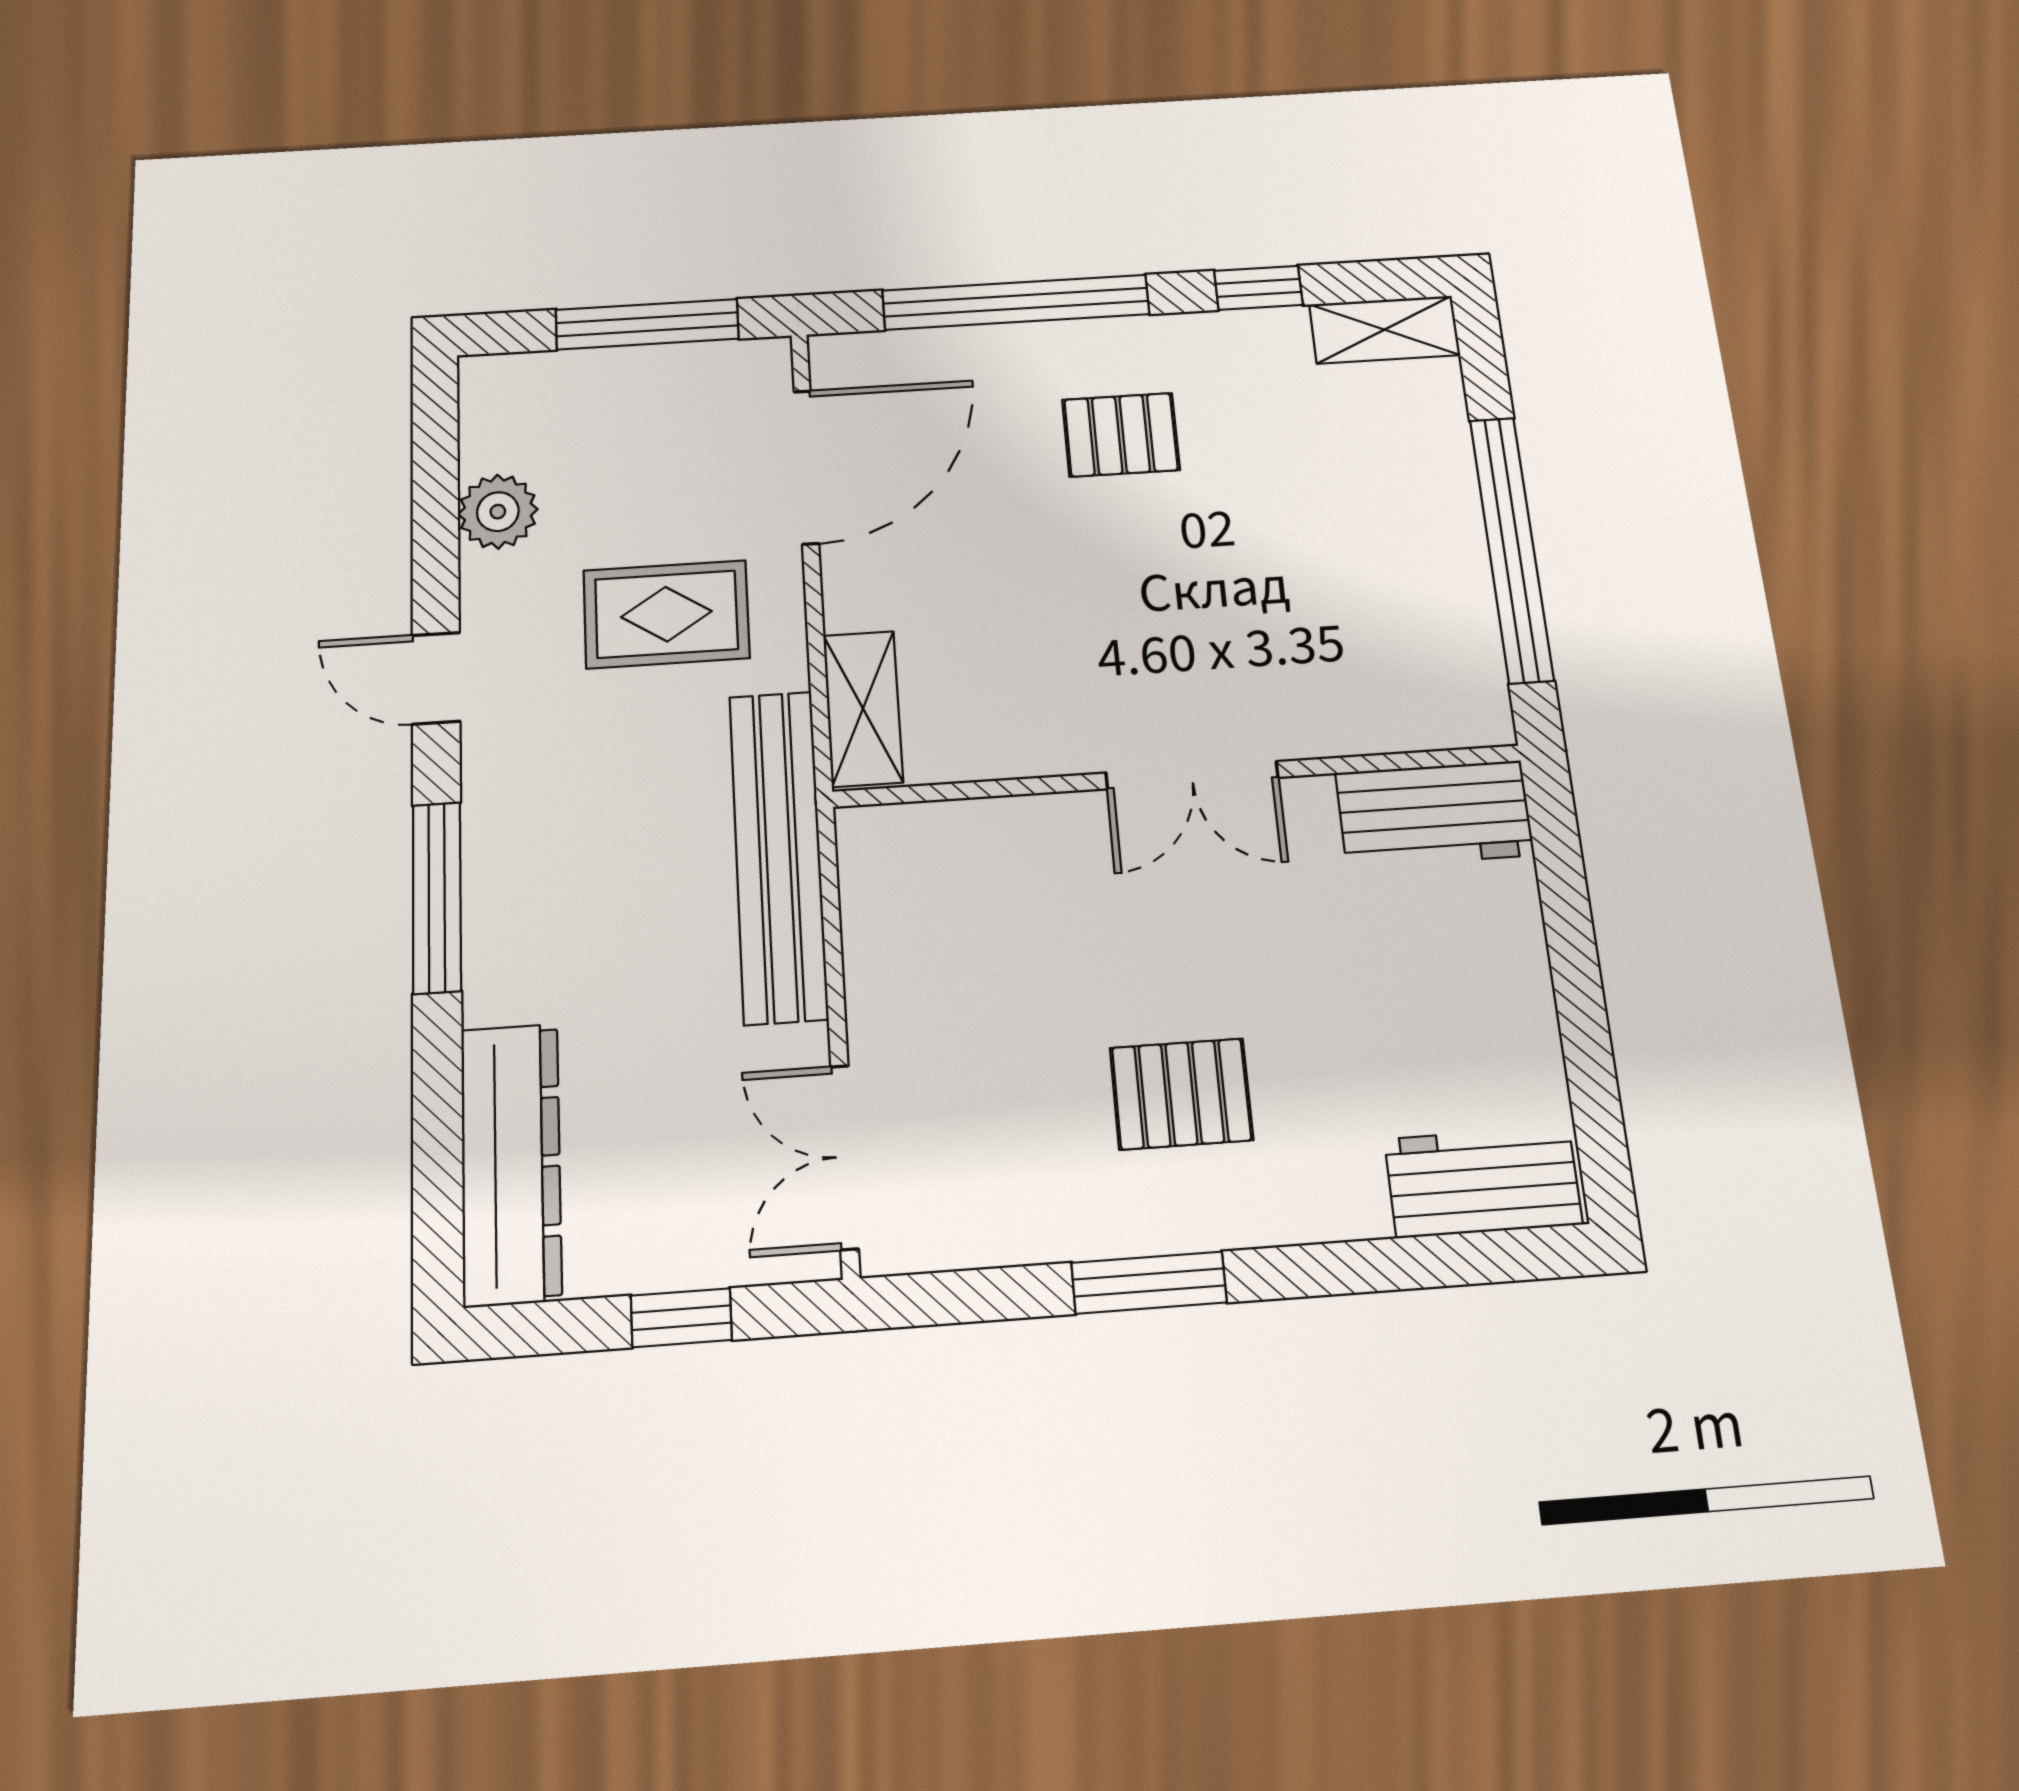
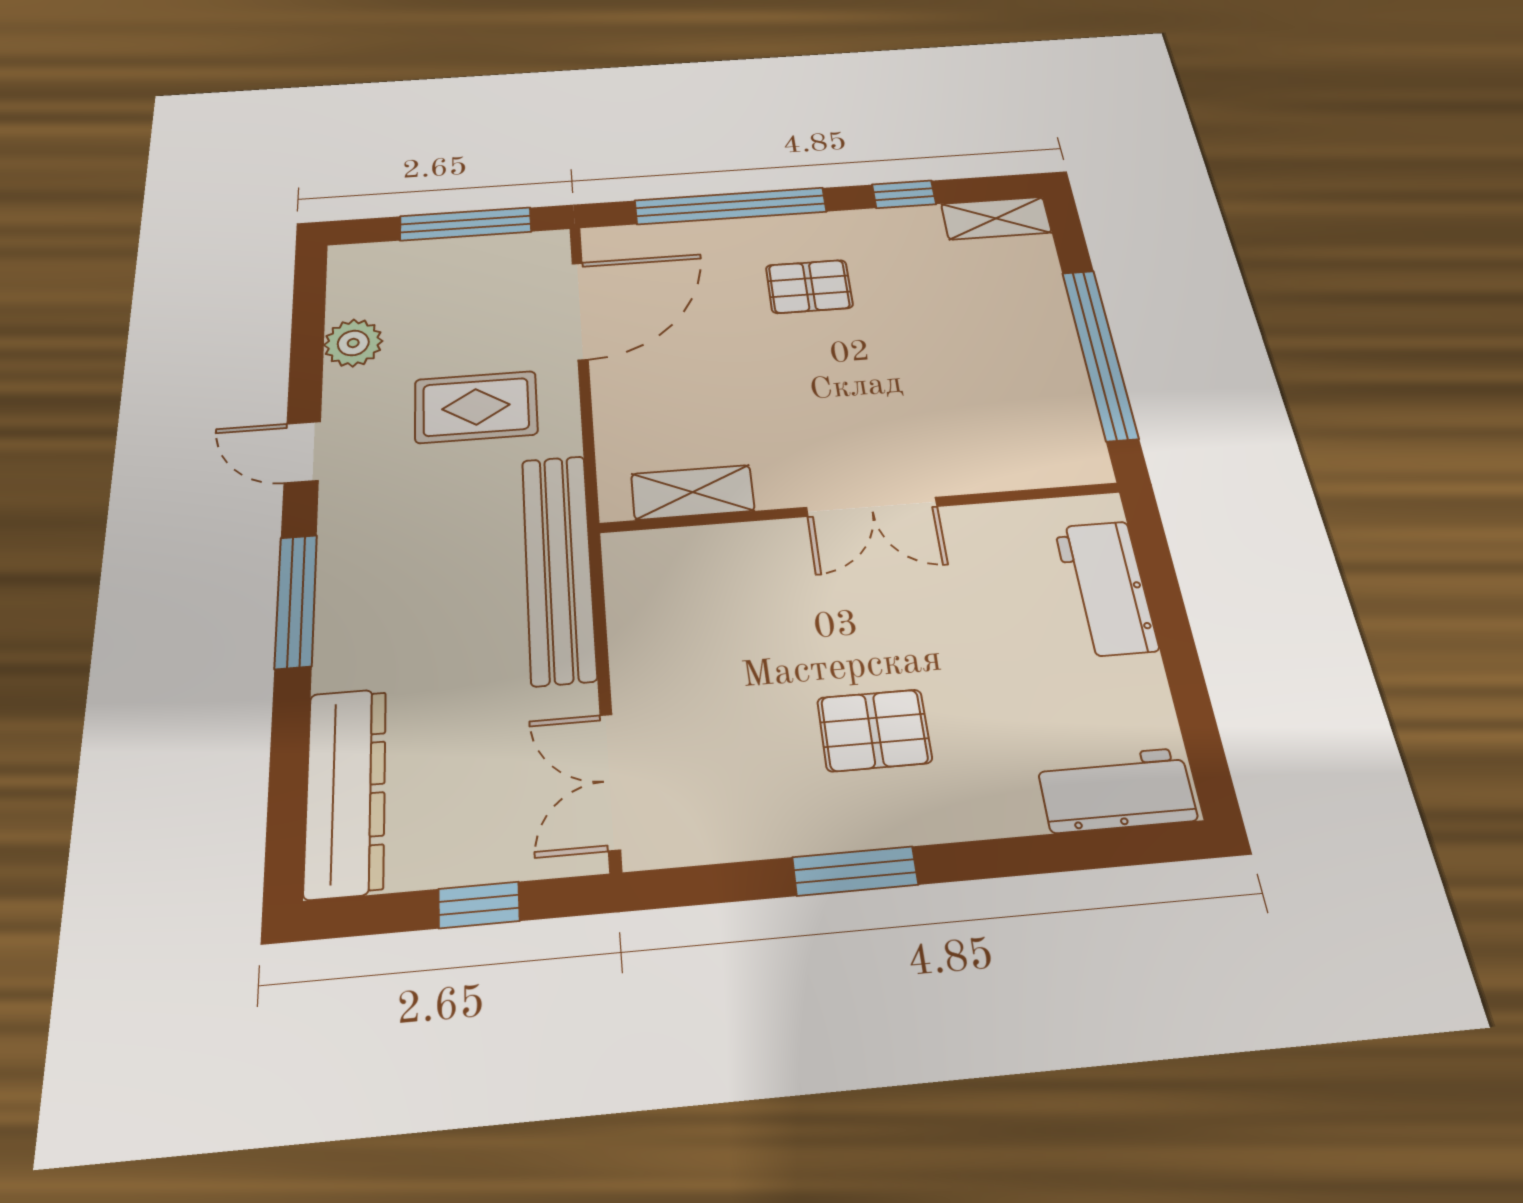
shelving: (863, 709) -> (693, 492), moved, turned 90
workbench: (1434, 814) -> (1106, 588), moved, turned 90

